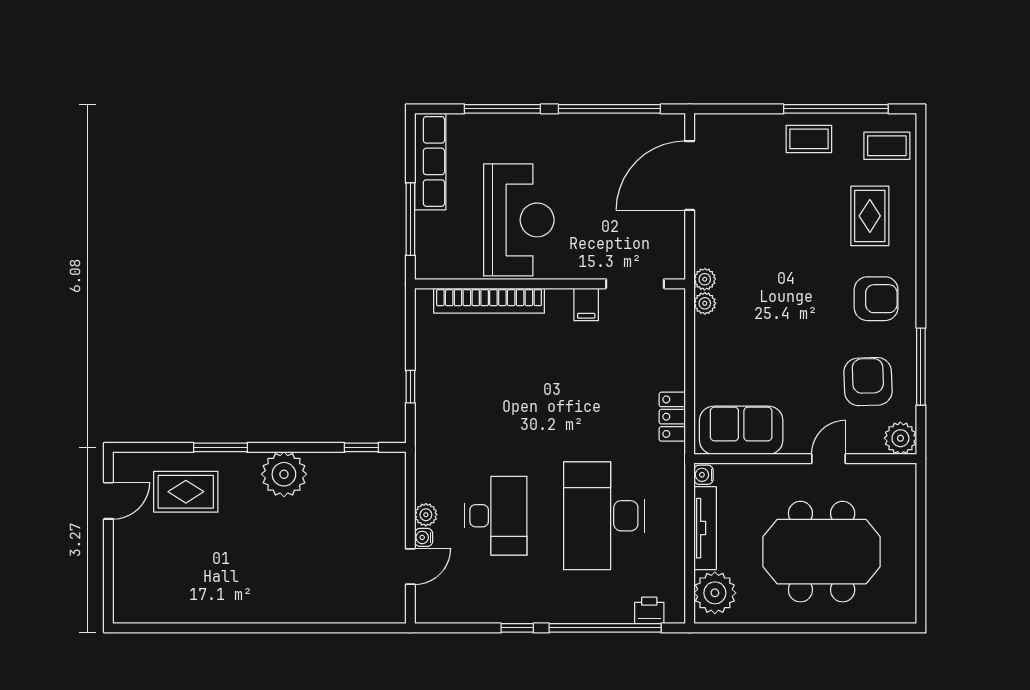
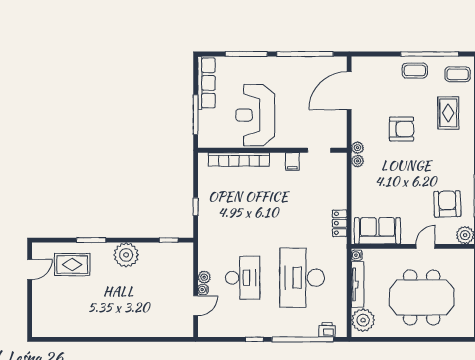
reception desk: (519, 220) -> (255, 115), turned 180
doorway: (635, 284) -> (319, 150), width x0.73
armchair: (876, 299) -> (402, 129), moved

